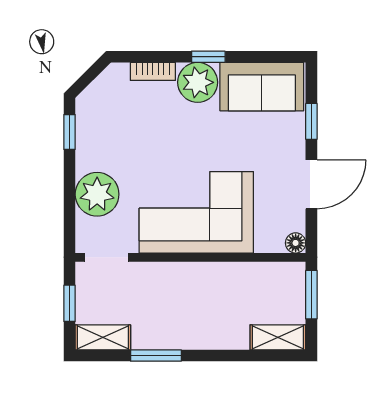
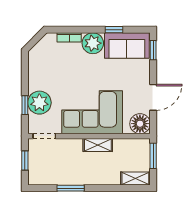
window: (208, 57) -> (114, 30), moved
window: (311, 121) -> (153, 50), moved
window: (70, 132) -> (25, 105), moved
floor lamp: (296, 243) -> (140, 124), width x1.89, depth x1.89
shelving: (103, 337) -> (98, 145), moved

